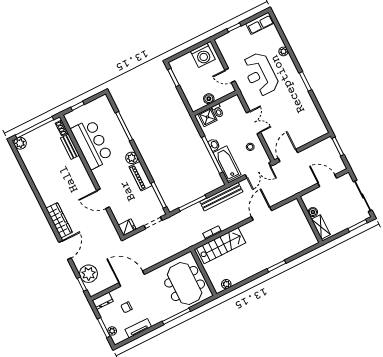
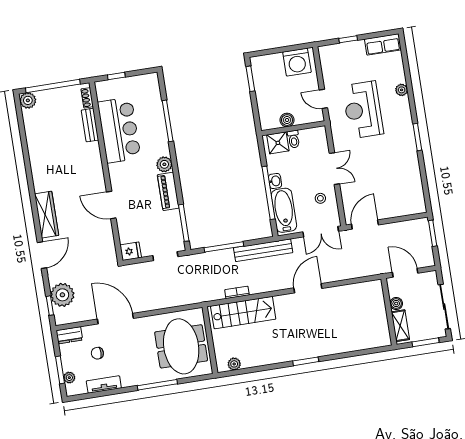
boiler: (313, 212) -> (396, 304), moved
wall: (310, 220) -> (389, 312), moved
shelving: (321, 227) -> (400, 326), moved

